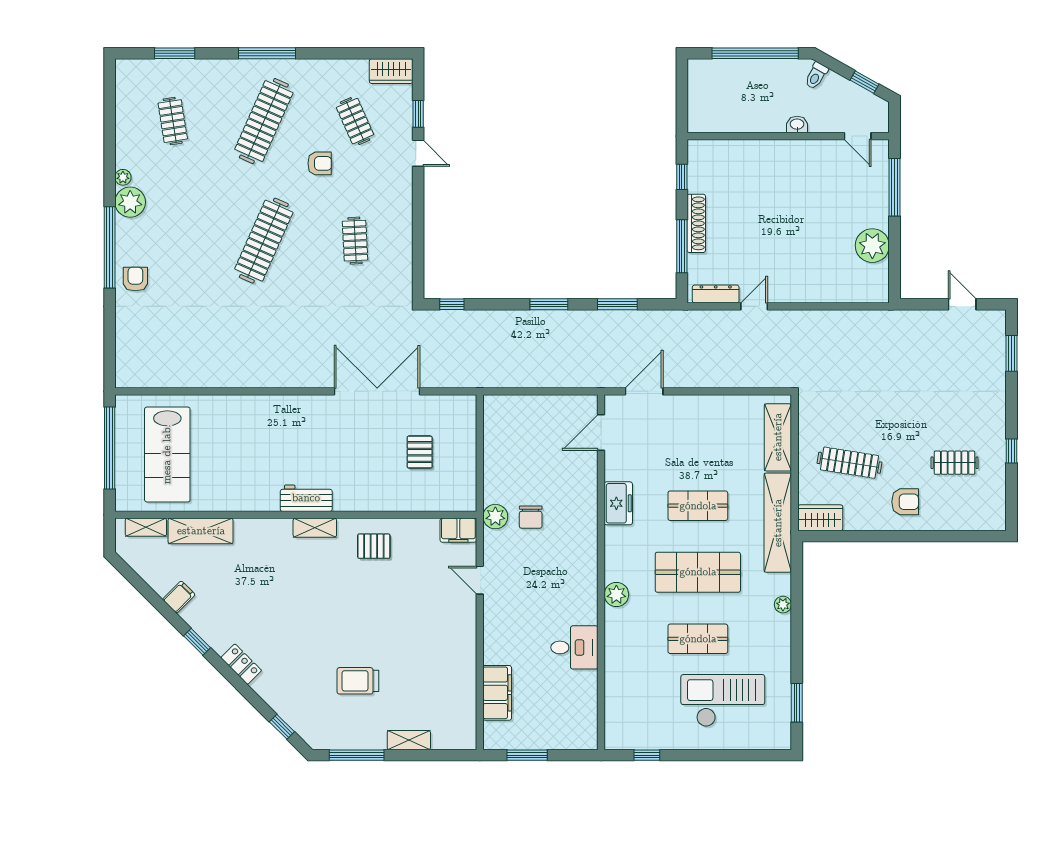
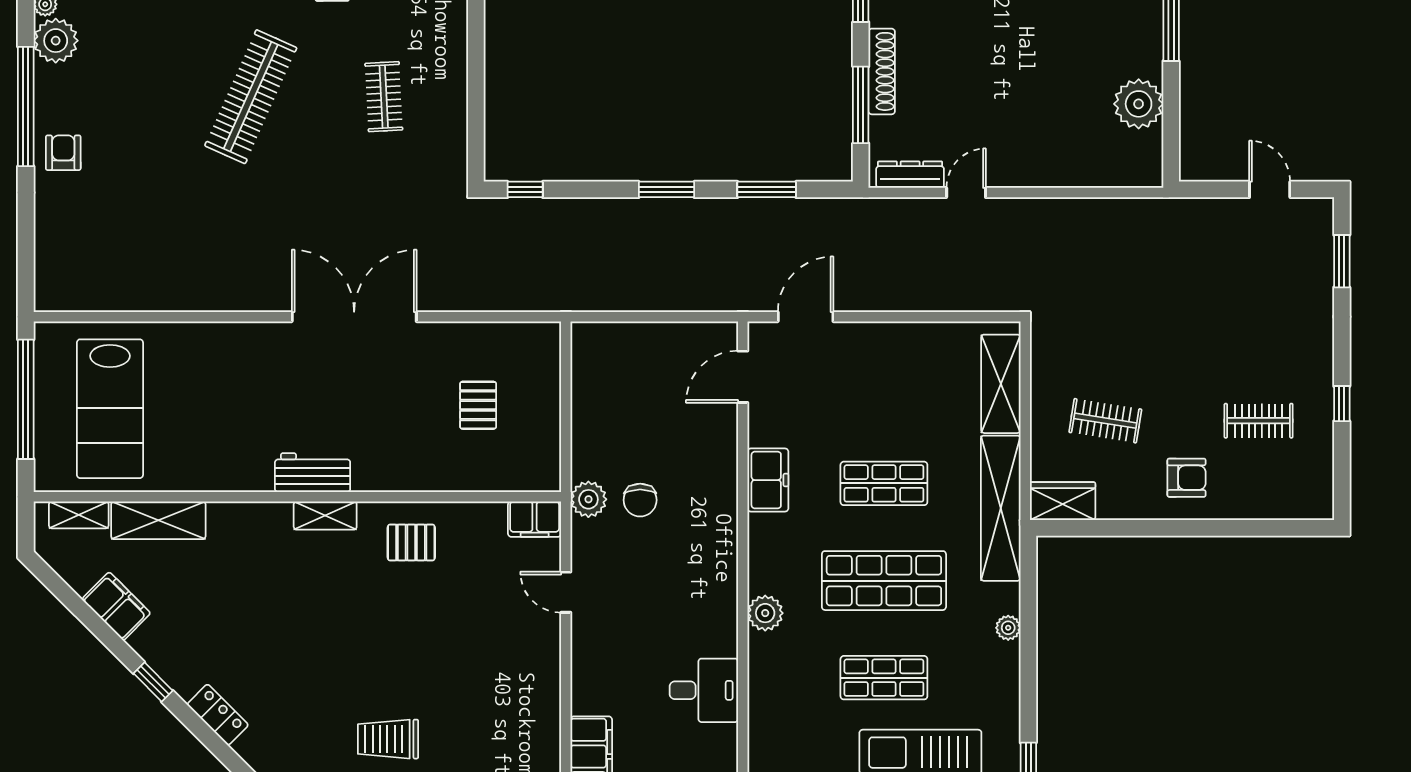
double door: (377, 391) -> (354, 317), moved
clothes rail: (849, 463) -> (1105, 421), width x0.73
filing cabinet: (179, 597) -> (116, 606), width x2.00

